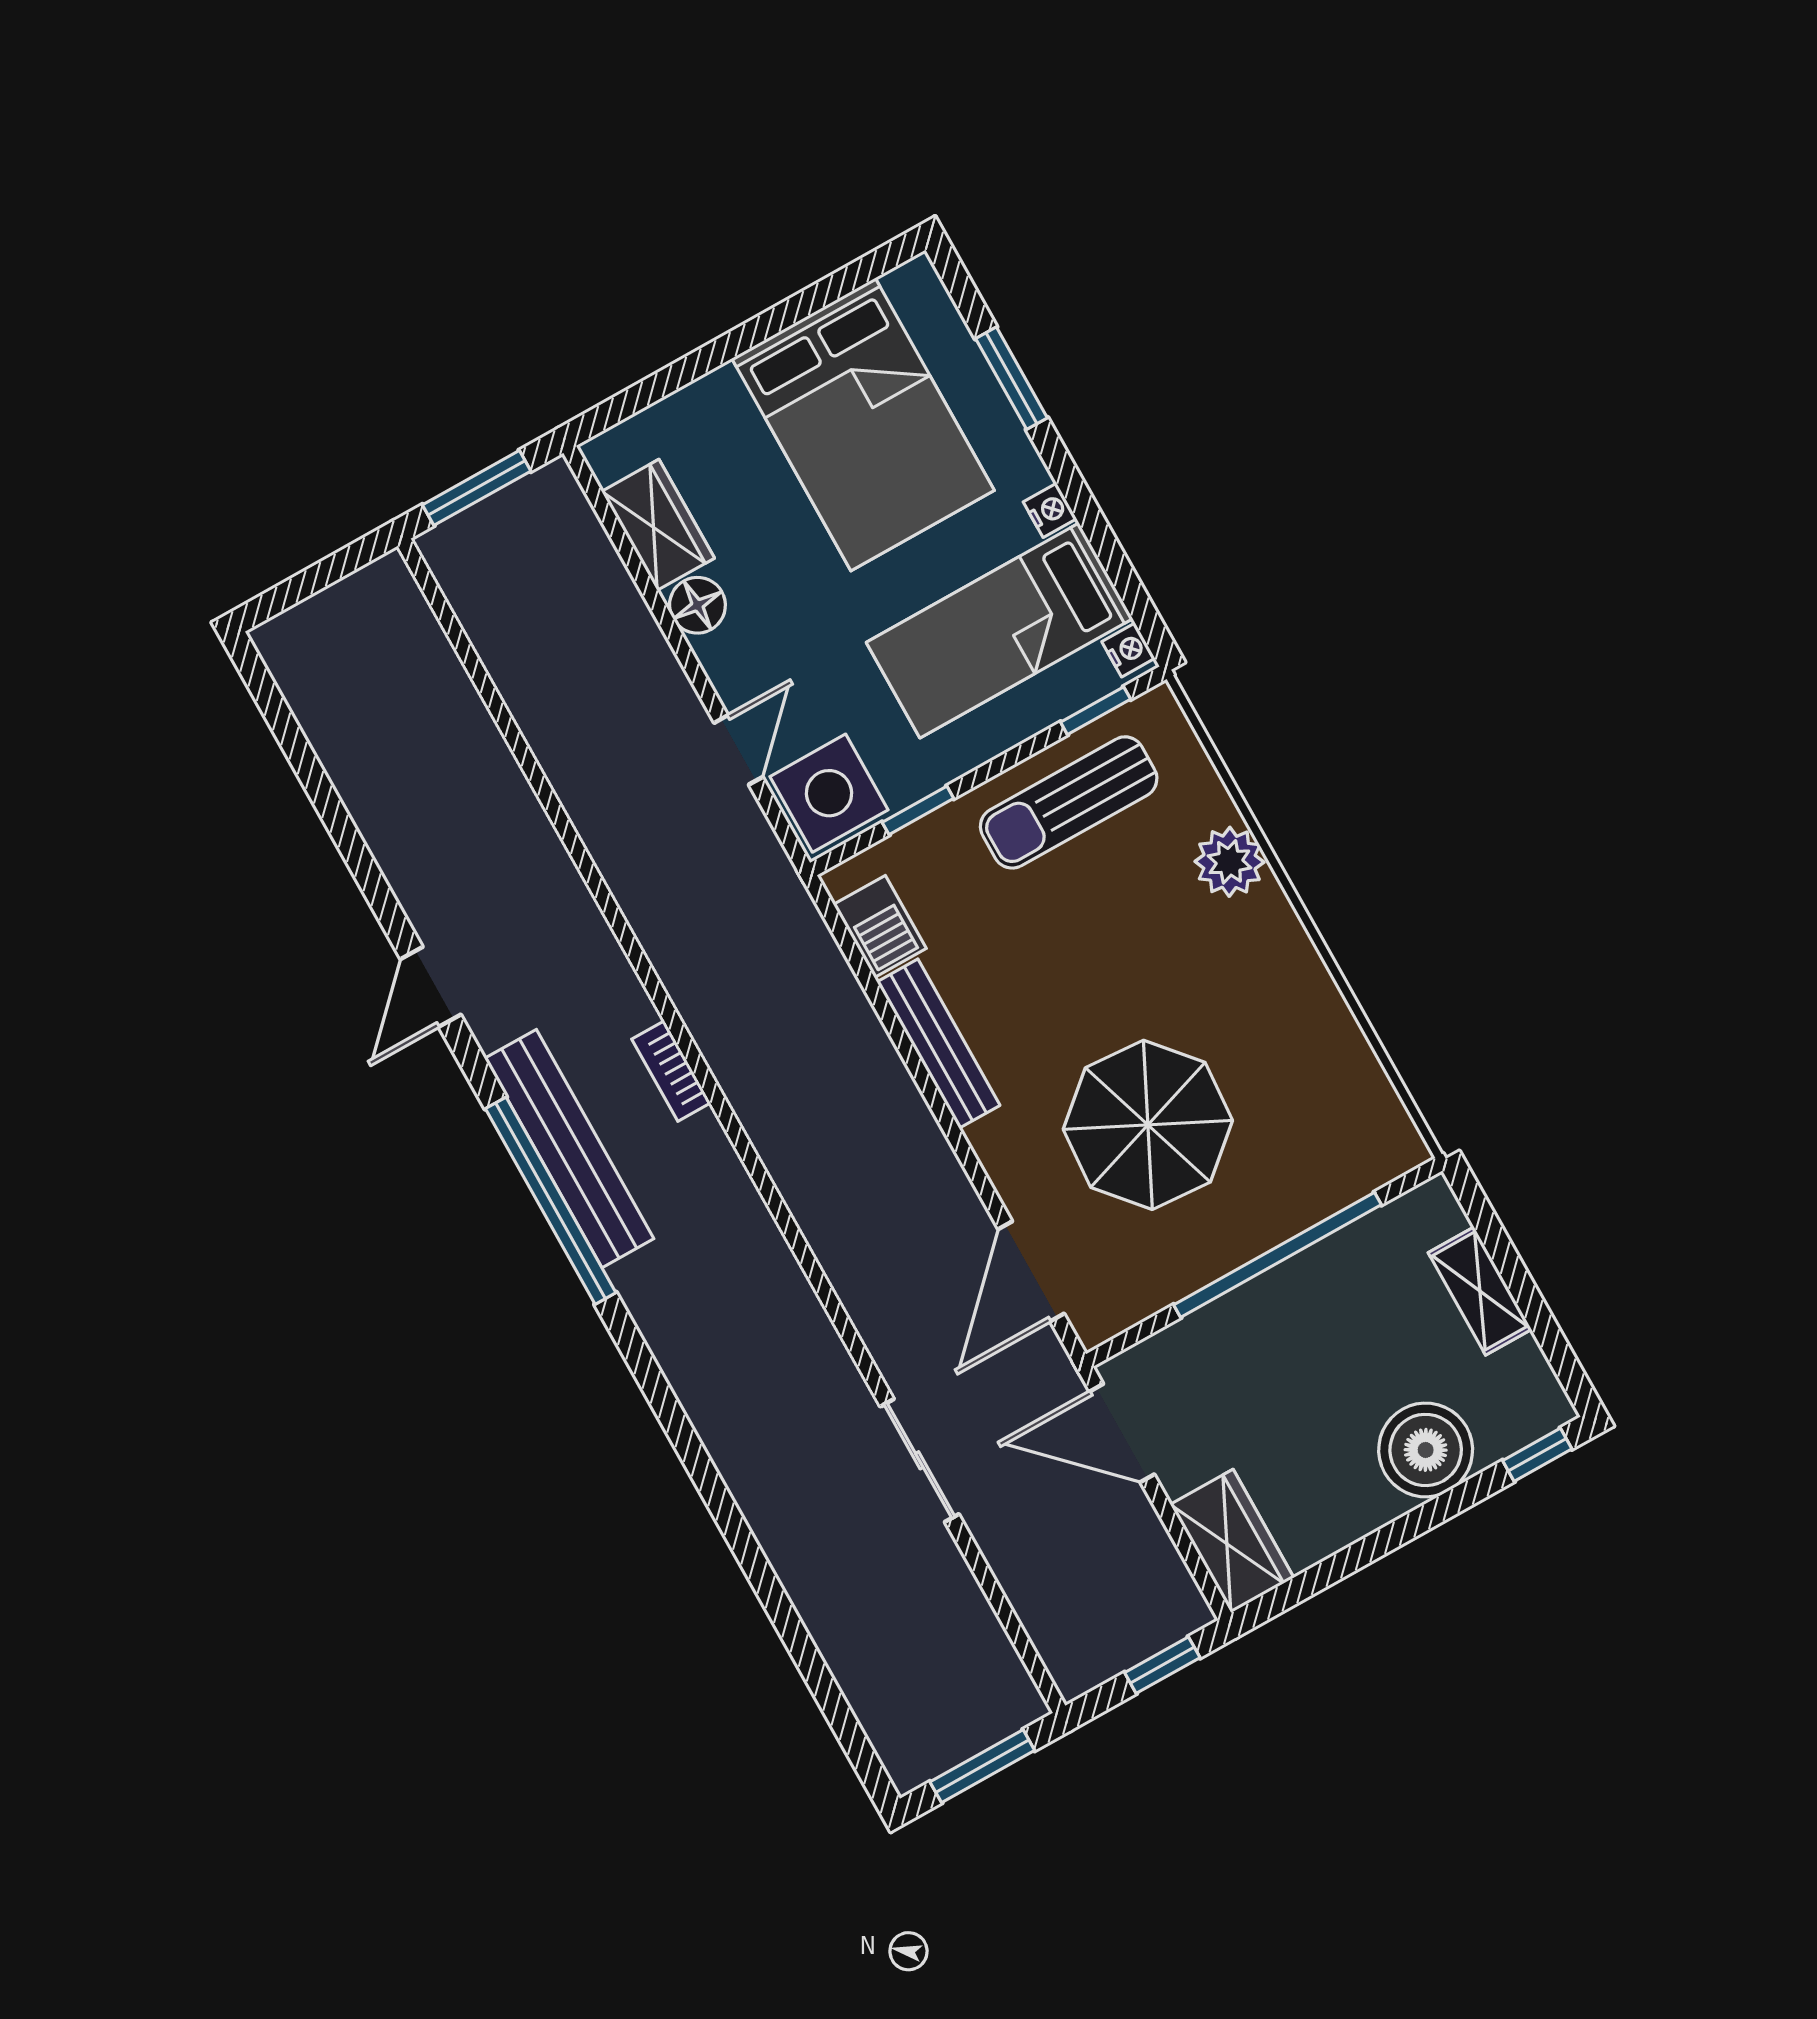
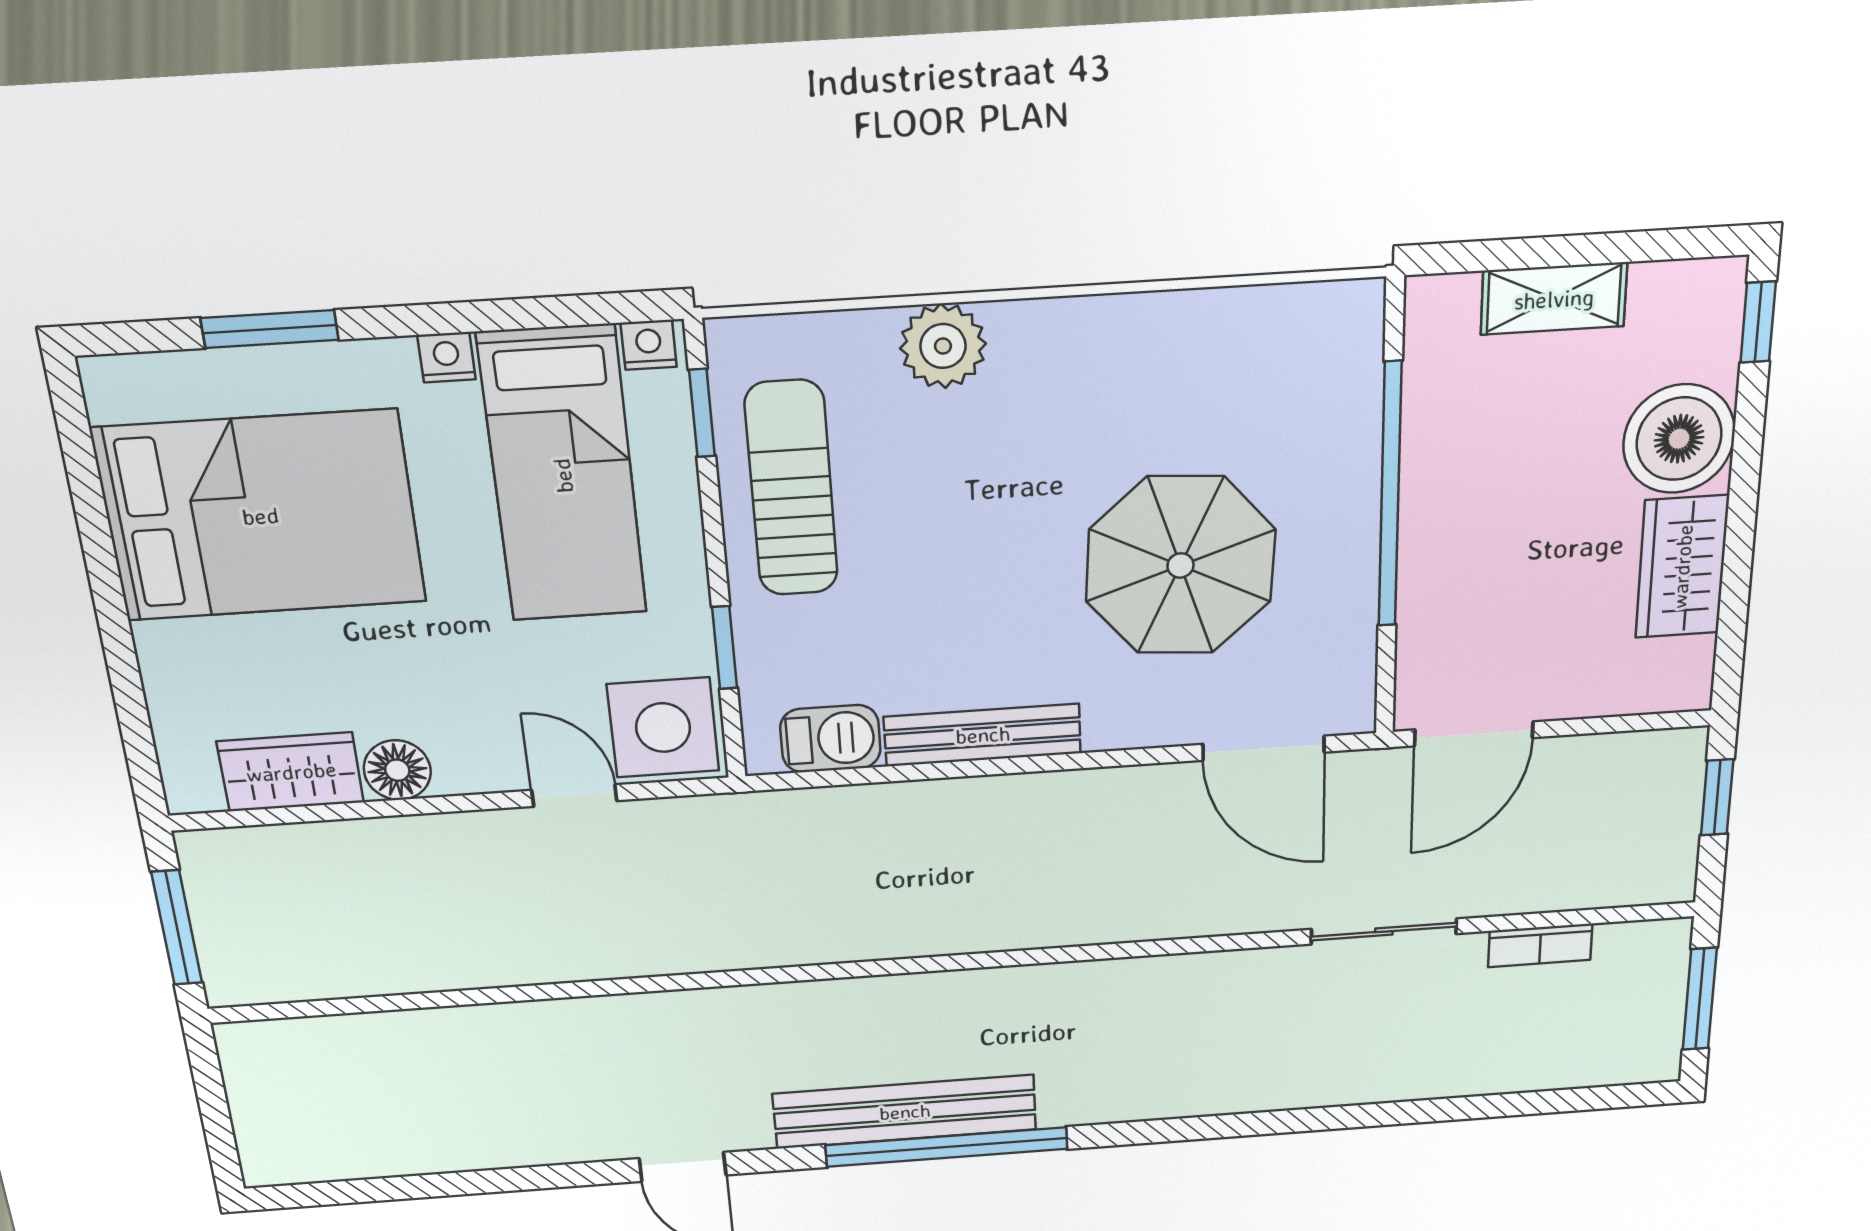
sun lounger: (1069, 802) -> (791, 489), turned 180
bookcase: (671, 1071) -> (1540, 945), moved
wardrobe: (1232, 1541) -> (1682, 567), moved, turned -90

